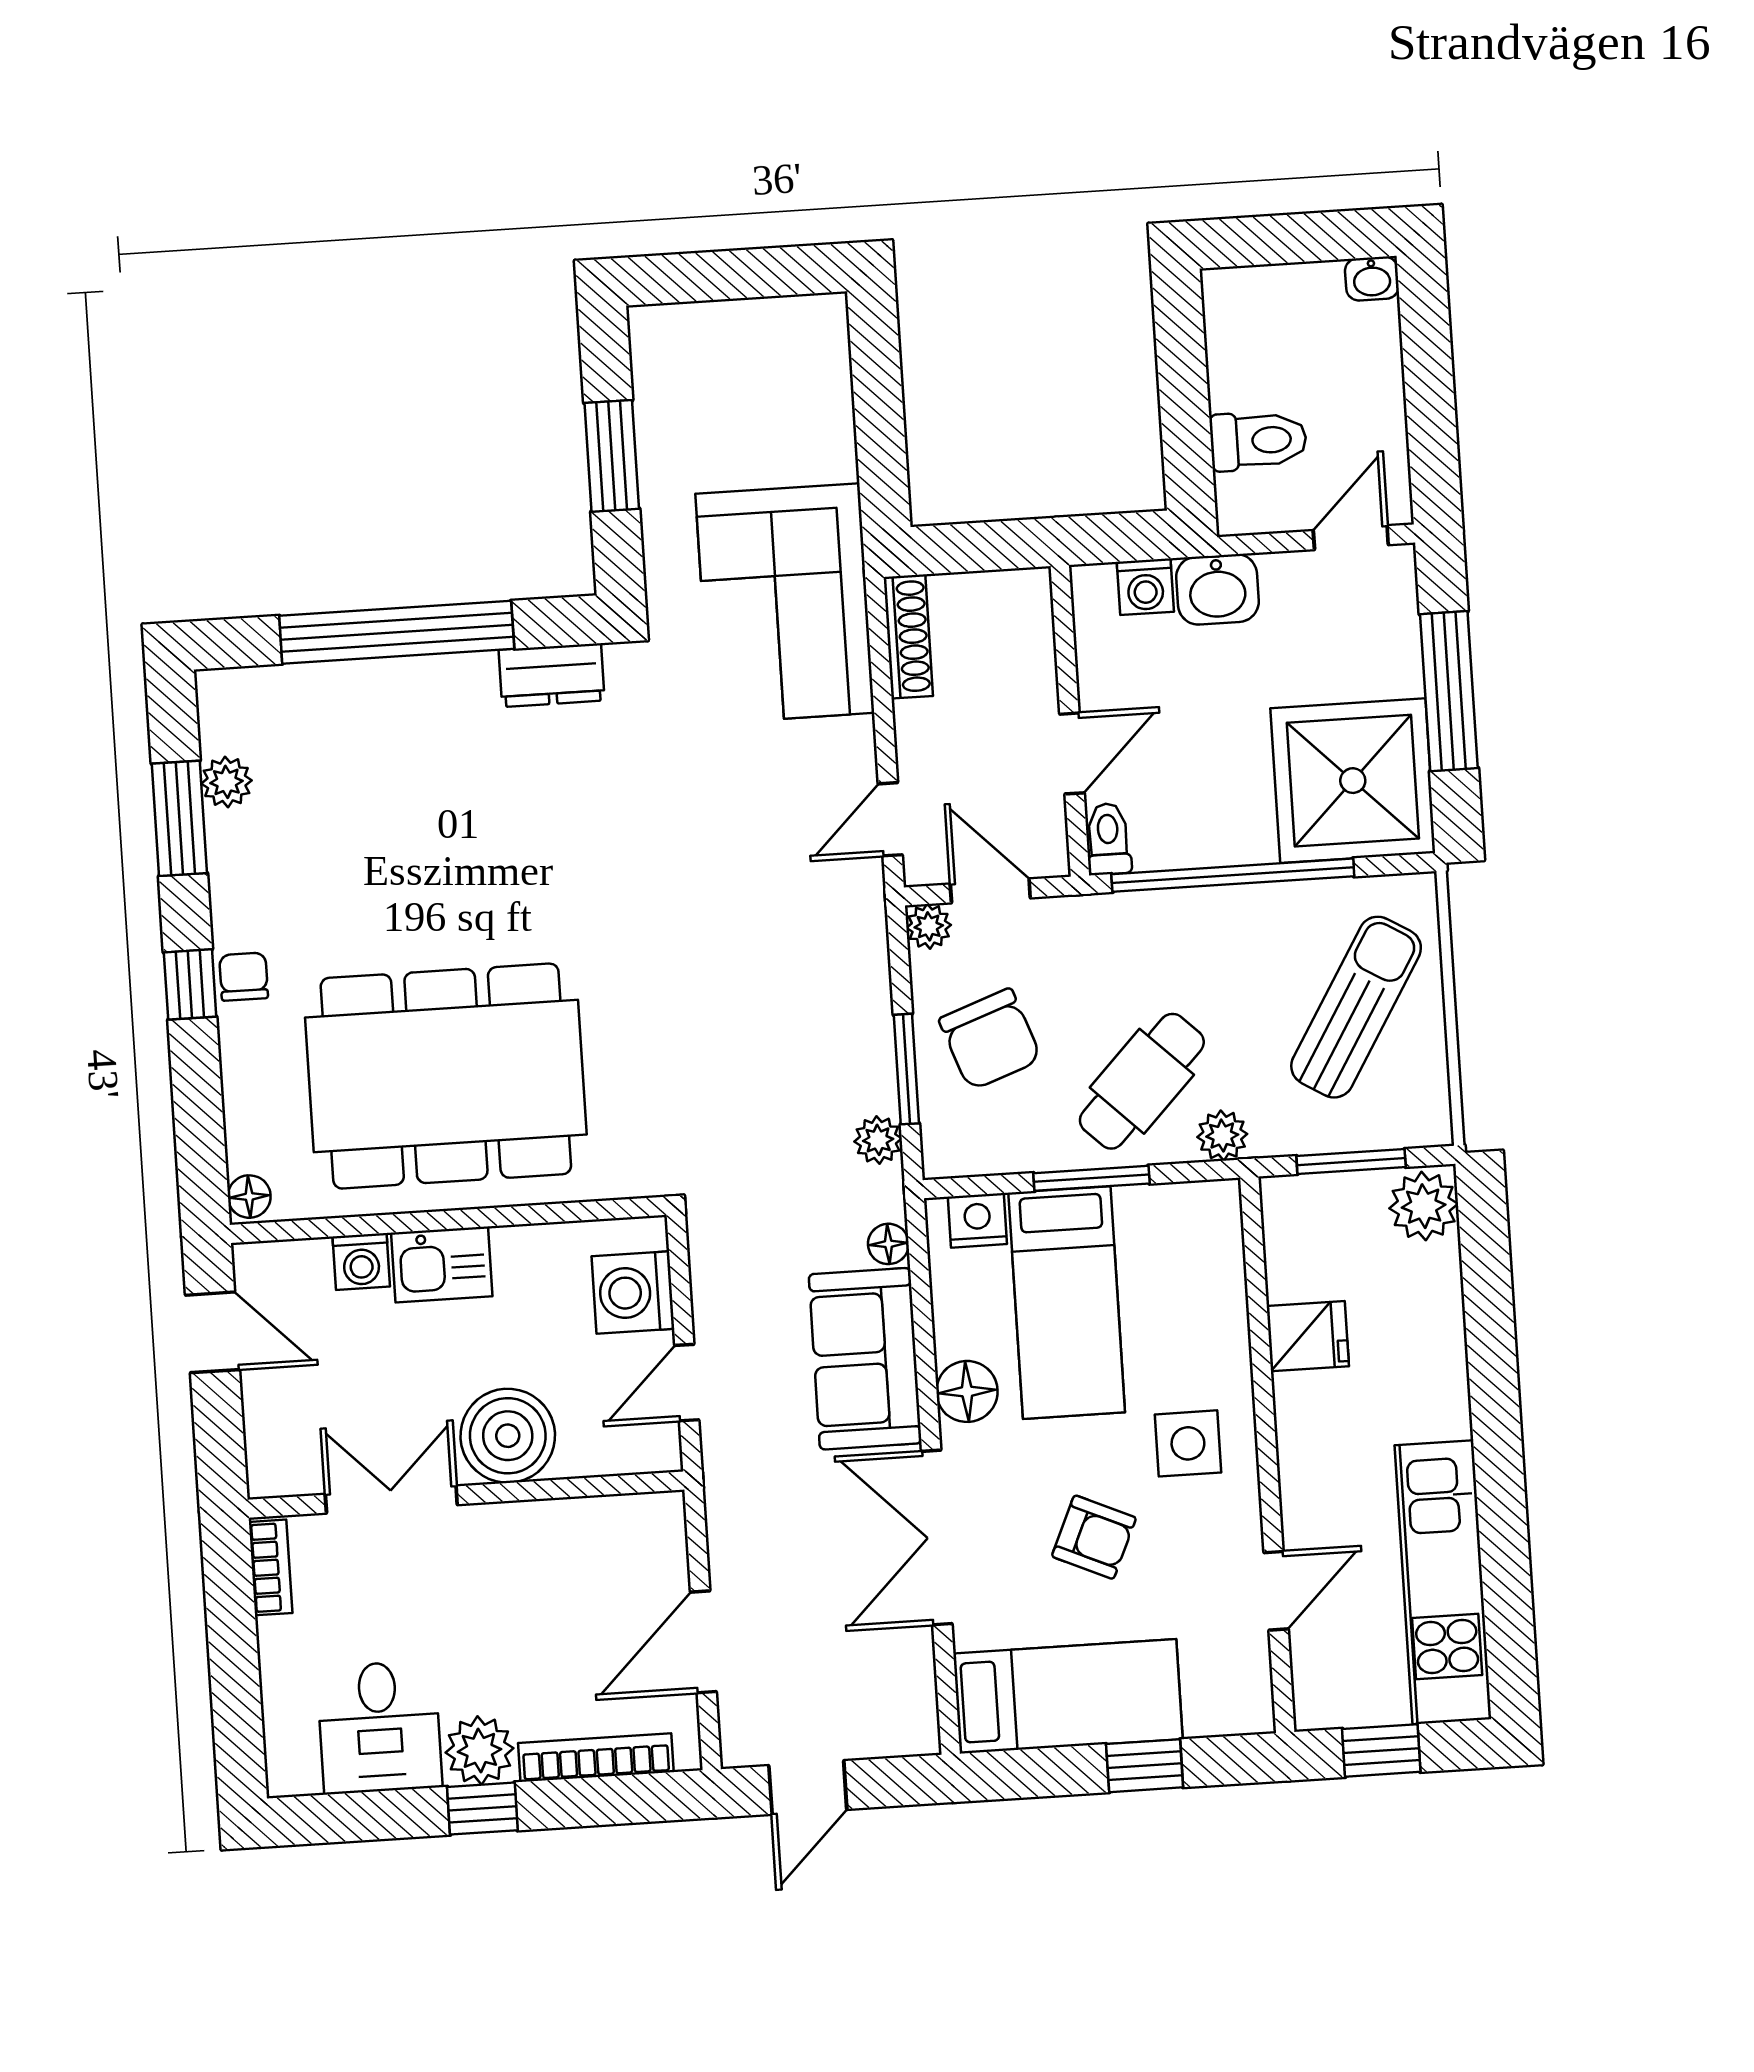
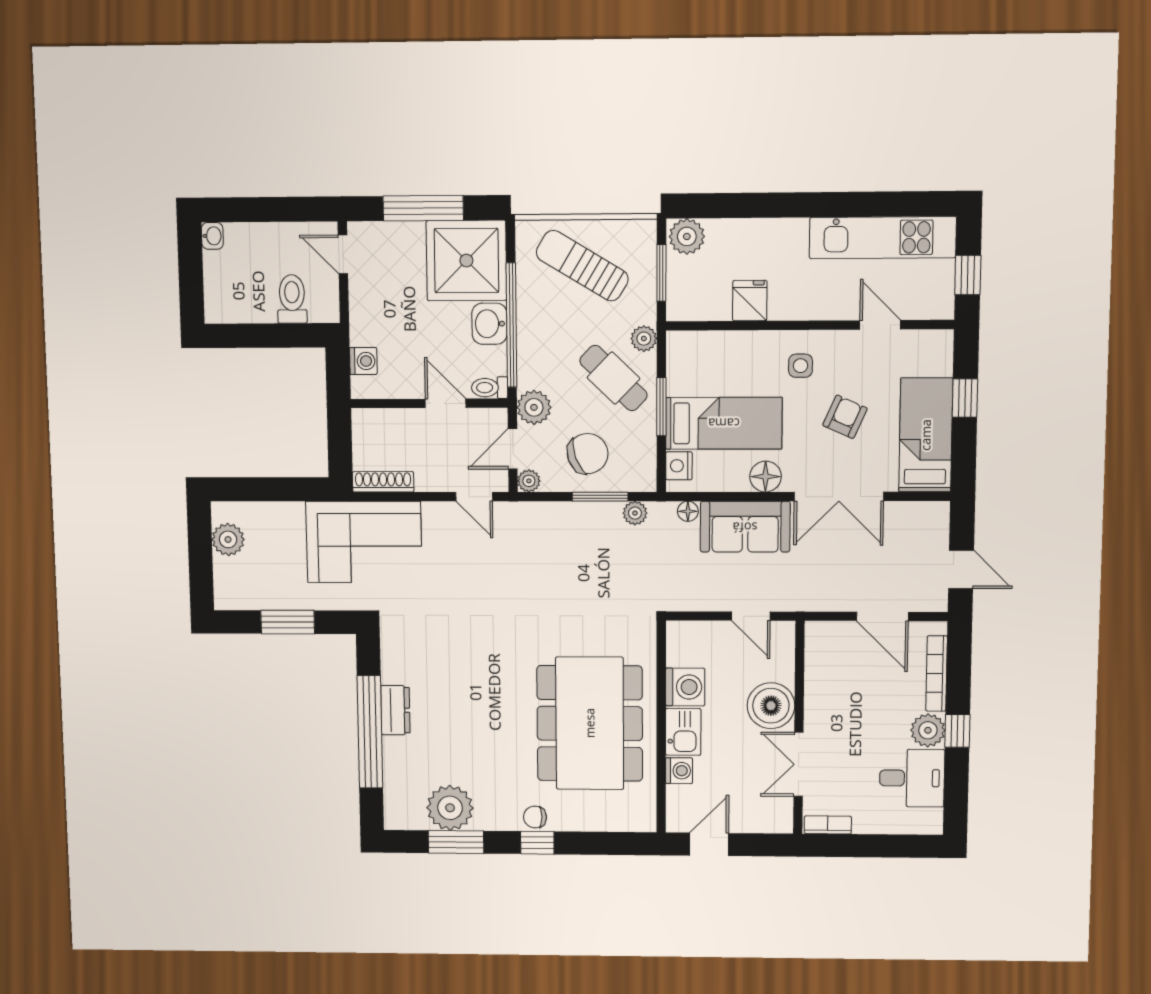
plant: (772, 329) -> (228, 539), added
washbasin: (1217, 589) -> (489, 324), moved, turned 180
dresser: (552, 675) -> (395, 710), moved
plant: (226, 782) -> (450, 808), width x1.87, depth x1.87
plant: (1075, 928) -> (534, 407), added
floor lamp: (249, 1197) -> (643, 822), removed
washing machine: (633, 1293) -> (685, 687), moved, turned -90
side table: (1188, 1443) -> (800, 366), width x0.73, depth x0.73

